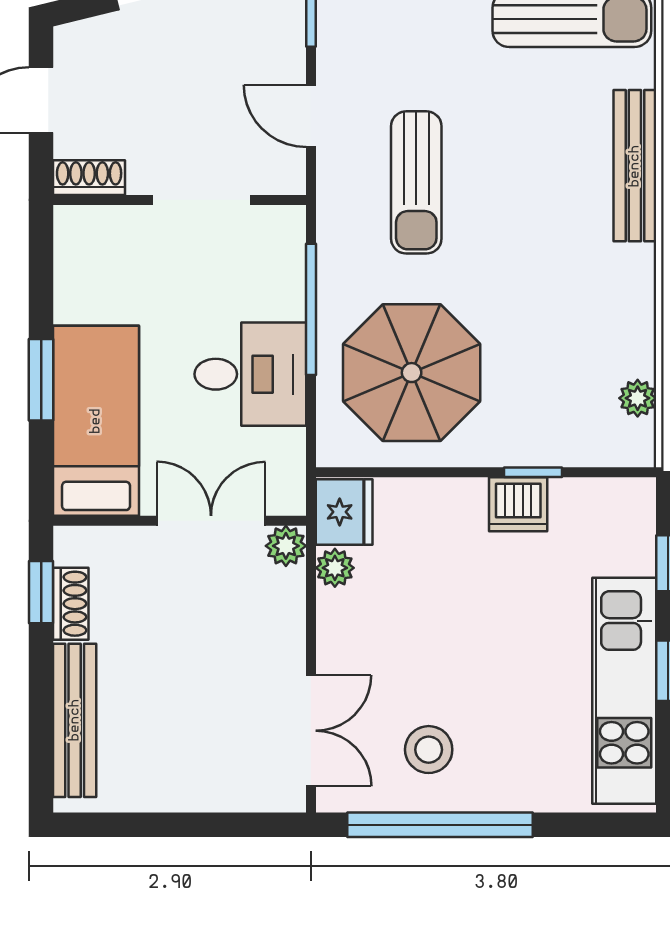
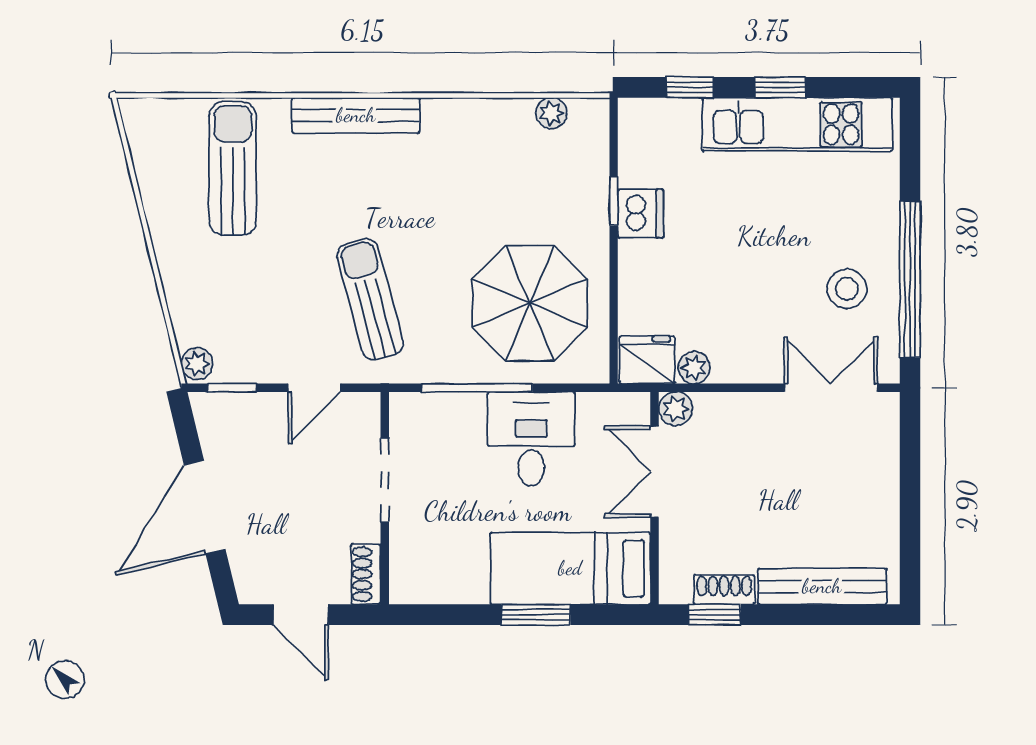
sun lounger: (416, 182) -> (370, 299), turned -105

